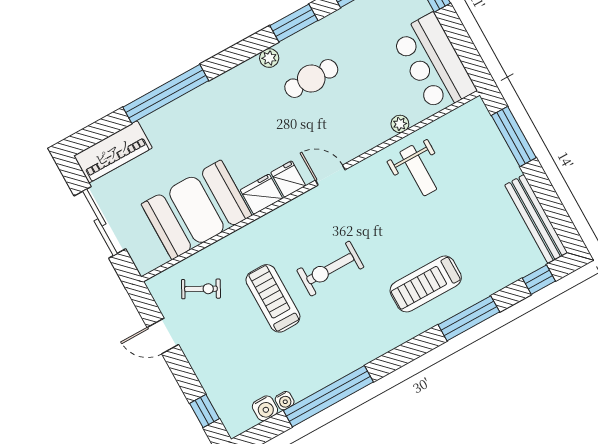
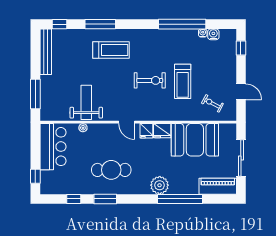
plant: (269, 58) -> (160, 185), moved, width x1.87, depth x1.87
cafe table: (311, 78) -> (111, 170), width x1.37, depth x1.35
weight bench: (418, 171) -> (86, 102), width x1.36, depth x1.33

